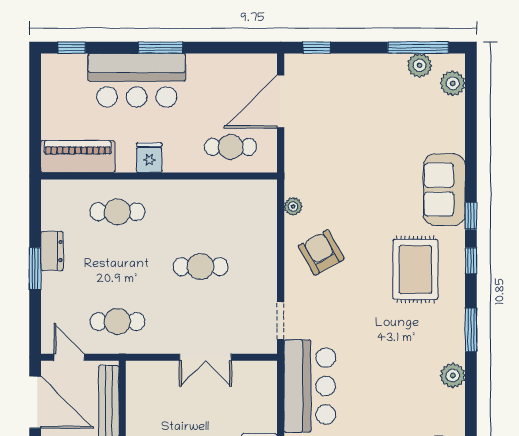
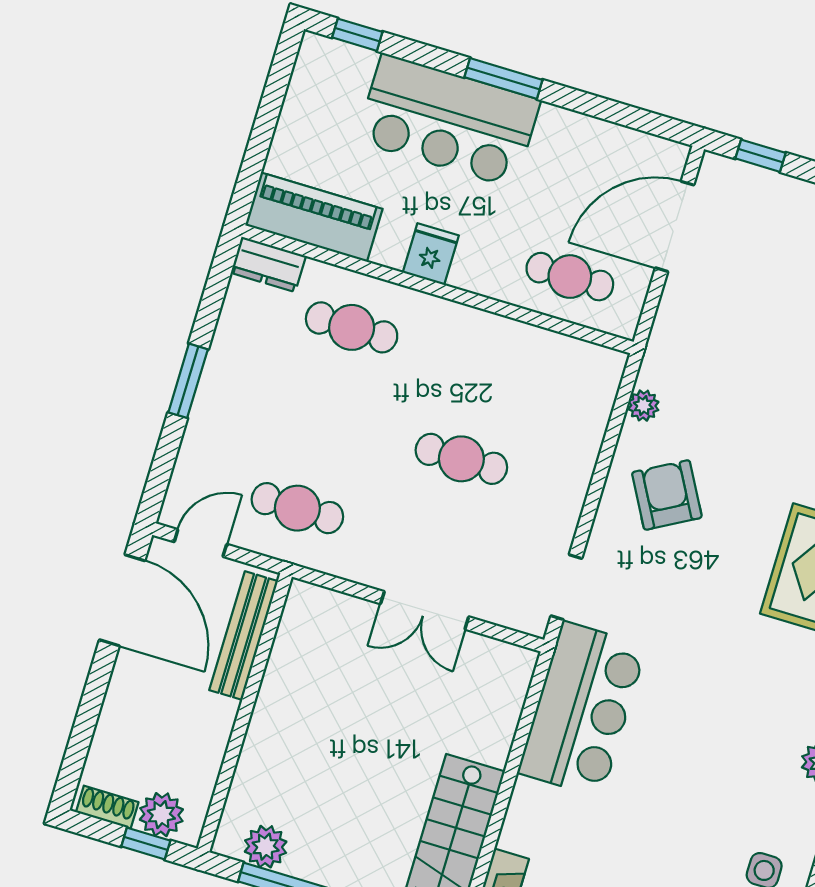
dresser: (52, 251) -> (268, 264), moved, turned 90
door: (69, 357) -> (200, 543), hinge flipped

